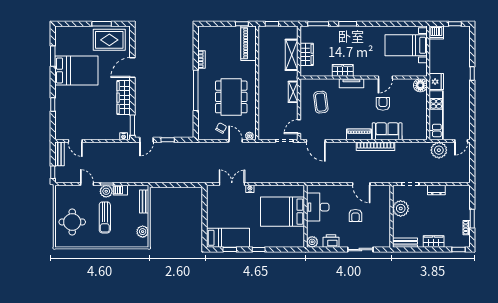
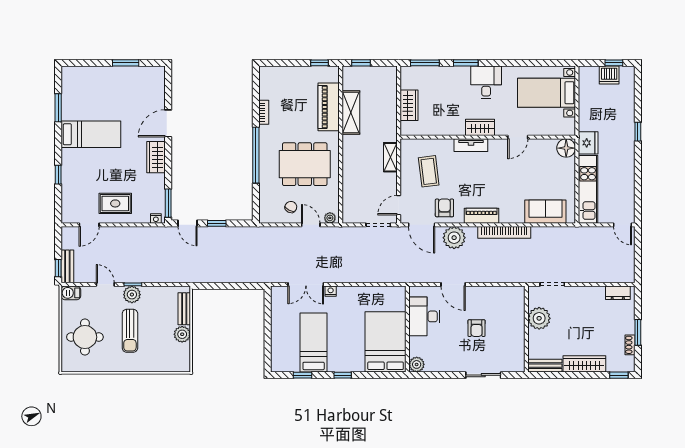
dishwasher: (436, 32) -> (609, 75), moved
desk: (362, 38) -> (486, 82), added
rug: (109, 40) -> (115, 203), moved, width x0.73, depth x0.70
piano: (249, 43) -> (329, 107), moved
shelving: (292, 55) -> (351, 113), moved
bed: (76, 70) -> (91, 134), width x0.67
wardrobe: (343, 70) -> (480, 127), moved
dining table: (231, 97) -> (305, 164), turned 90
wardrobe: (124, 98) -> (156, 157), width x0.67
armchair: (383, 104) -> (444, 208), moved
sofa: (387, 131) -> (545, 212), moved
door: (146, 140) -> (188, 223), hinge flipped
door: (75, 141) -> (89, 225), hinge flipped
door: (461, 141) -> (623, 225), hinge flipped
plant: (439, 150) -> (454, 238), moved
bench: (59, 154) -> (67, 266), moved
double door: (232, 184) -> (306, 284), swing flipped
door: (361, 184) -> (453, 284), moved
barbecue: (120, 190) -> (71, 293), moved
dresser: (436, 190) -> (618, 293), moved
bed: (283, 212) -> (386, 342), moved, turned 90
plant: (143, 232) -> (182, 334), moved
bed: (228, 238) -> (314, 343), moved, turned -90
printer: (331, 241) -> (443, 363), removed
wardrobe: (434, 241) -> (584, 364), width x1.50

